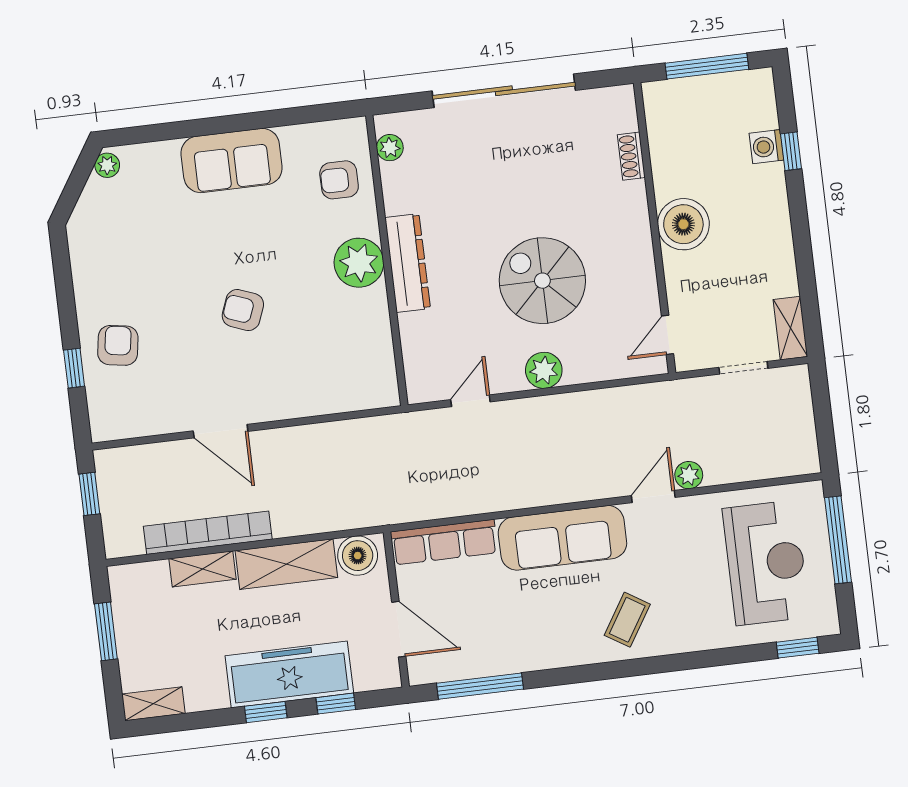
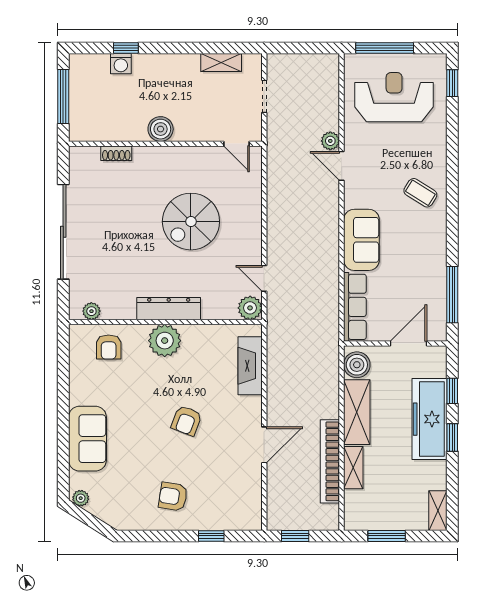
sofa: (232, 161) -> (87, 439), moved
boiler: (683, 224) -> (161, 129), width x0.73, depth x0.73
shelving: (790, 328) -> (221, 62), moved
armchair: (118, 345) -> (173, 497), moved
plant: (544, 370) -> (250, 308), moved
fireplace: (337, 395) -> (250, 366), added
sofa: (562, 538) -> (361, 240), width x0.73

